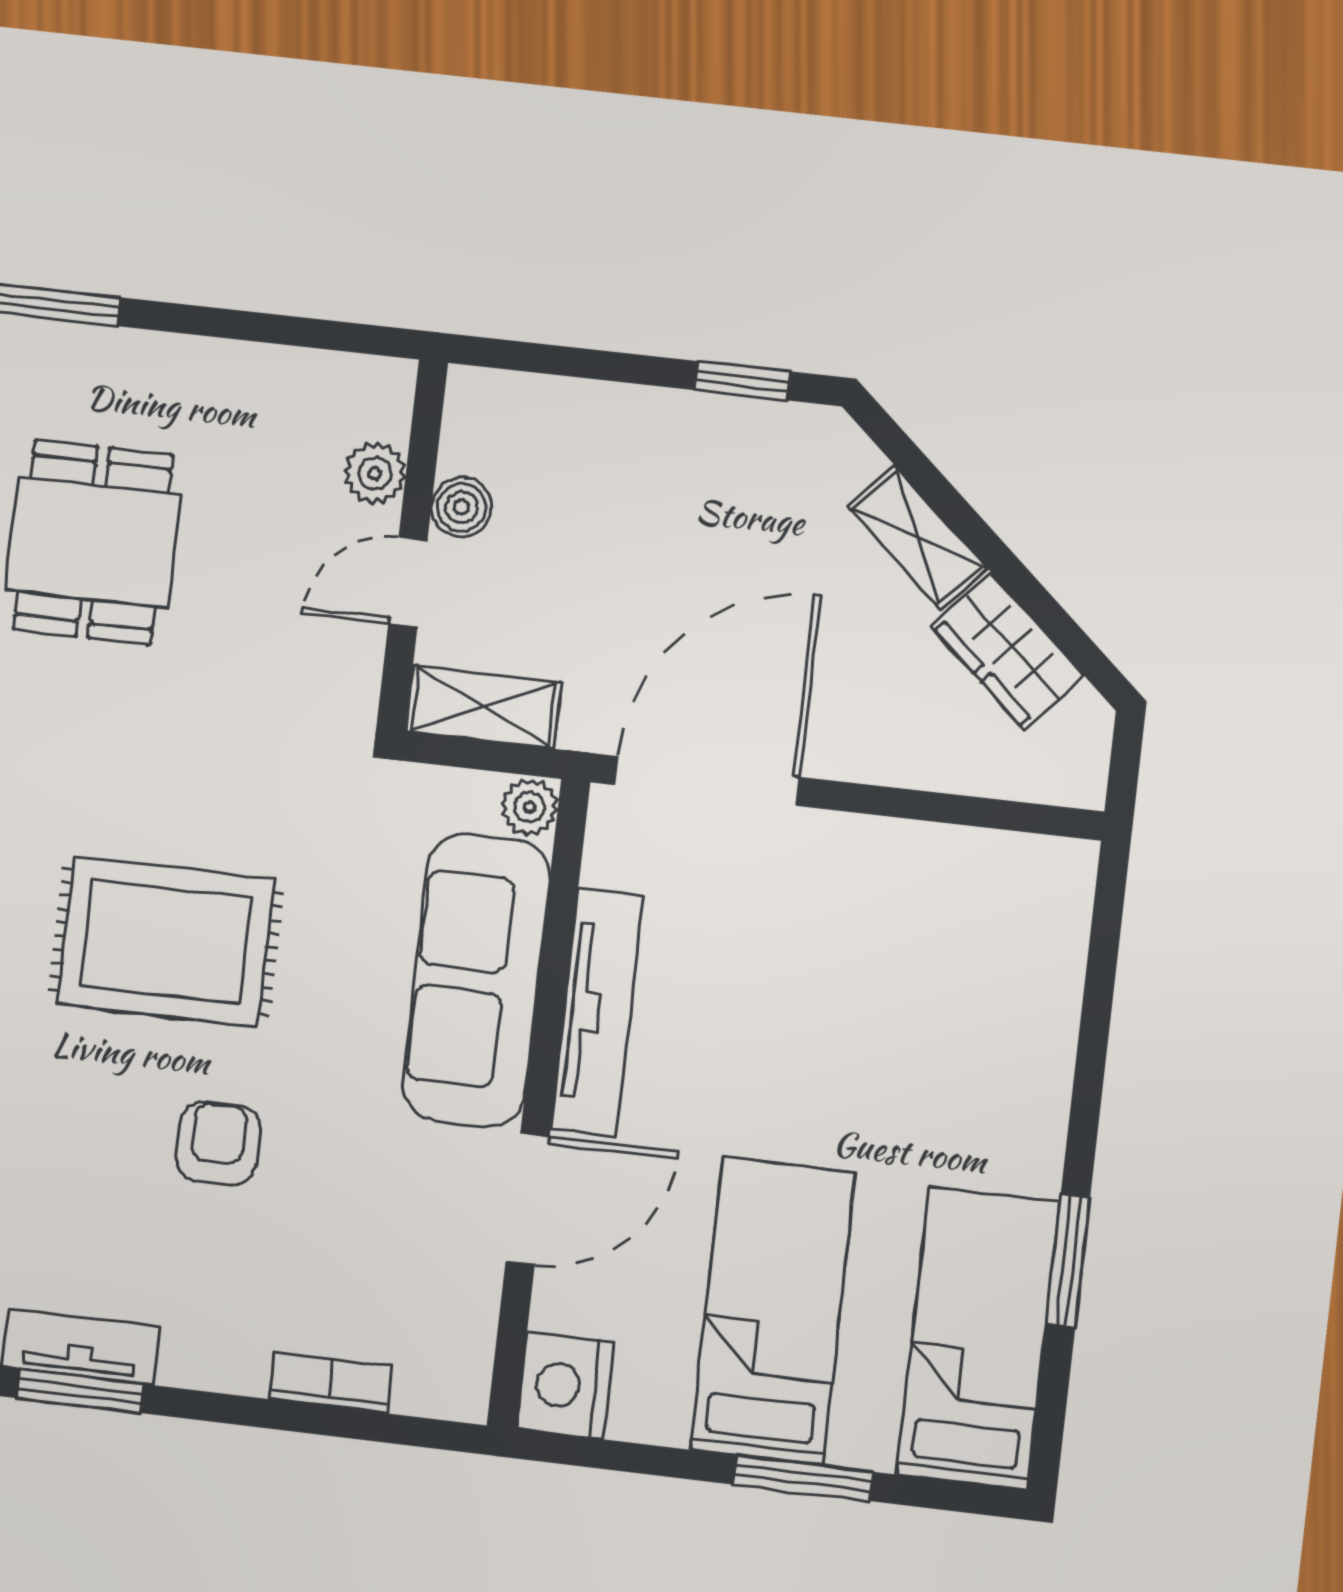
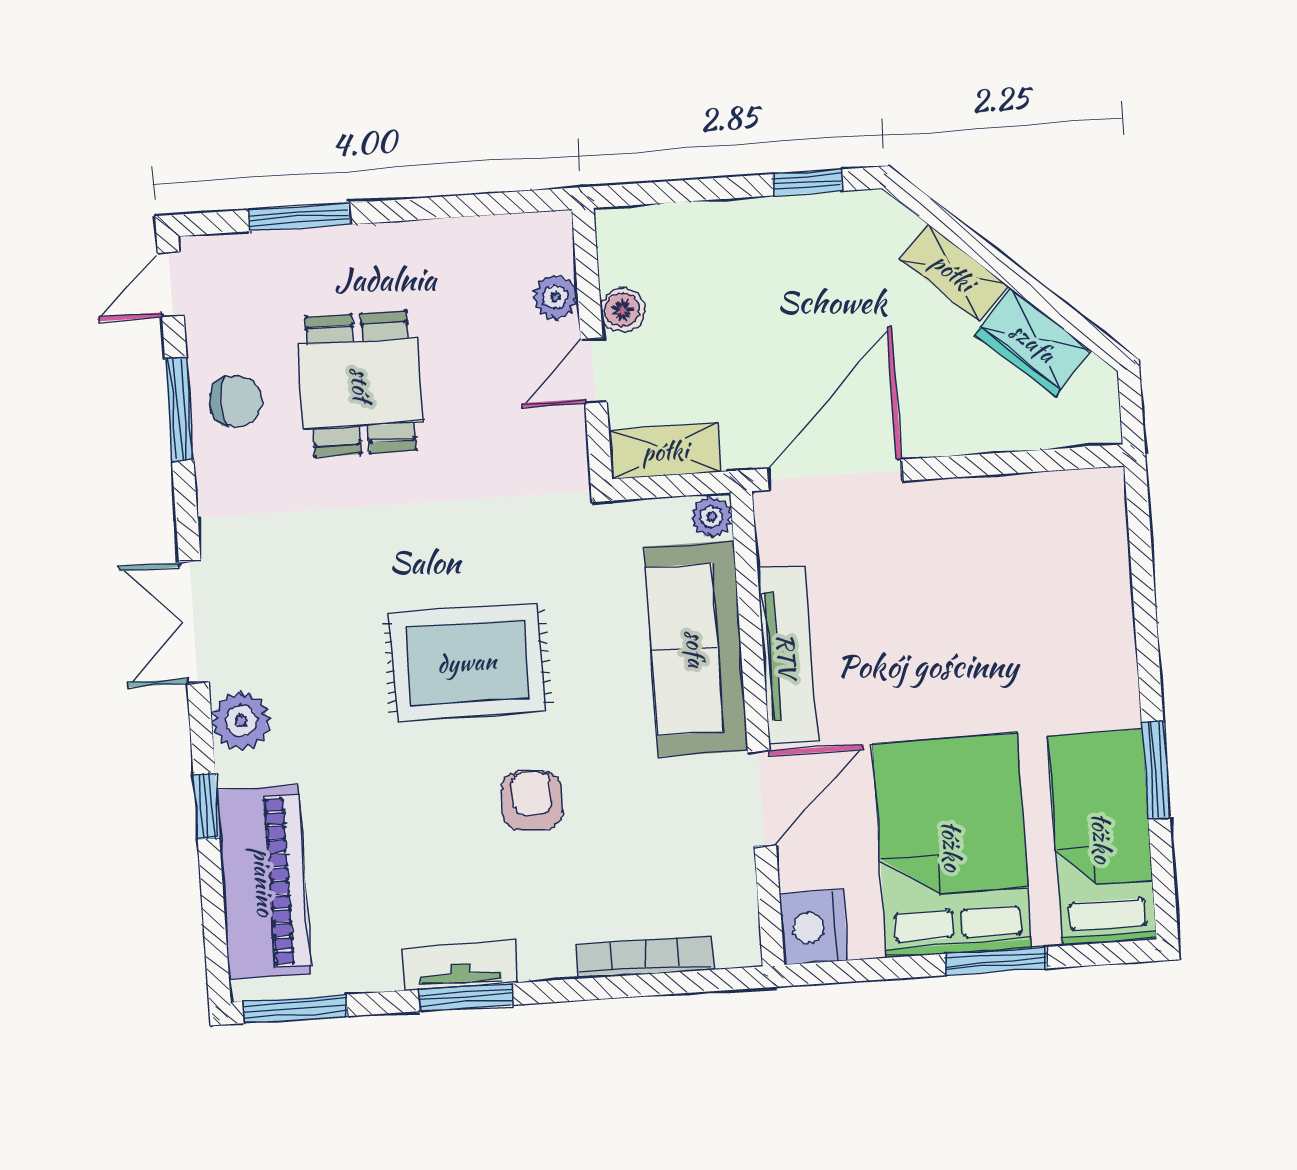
bed: (773, 1311) -> (952, 846), width x1.50
bookcase: (331, 1383) -> (645, 957), width x1.56

